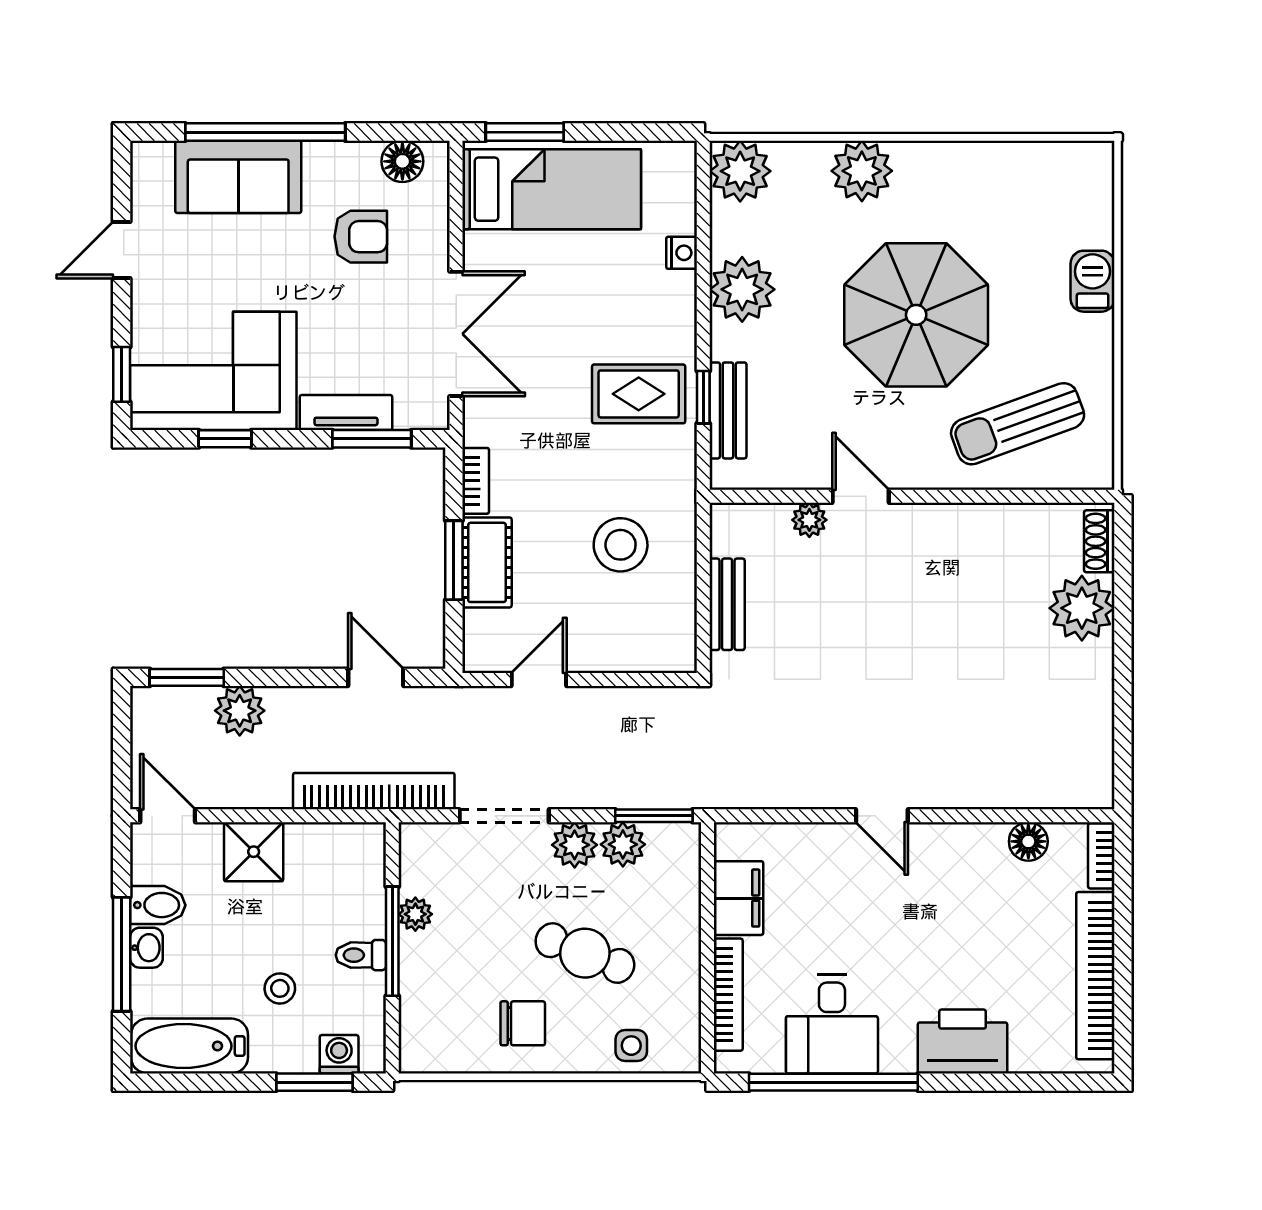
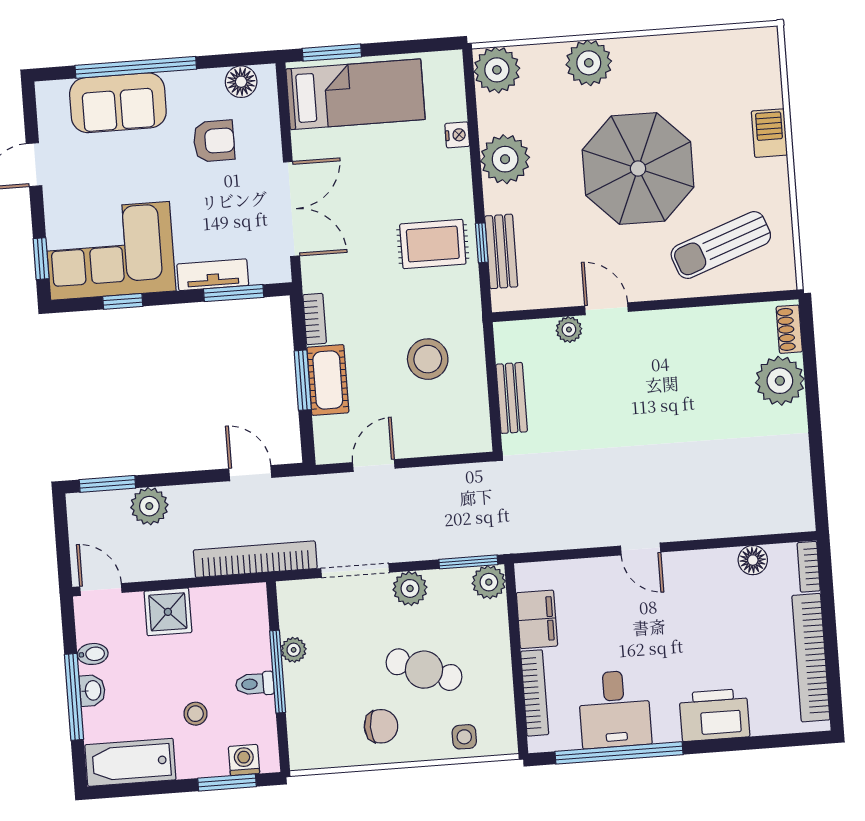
plant: (623, 844) -> (489, 582), moved
bidet: (158, 905) -> (93, 654), width x0.72, depth x0.74

